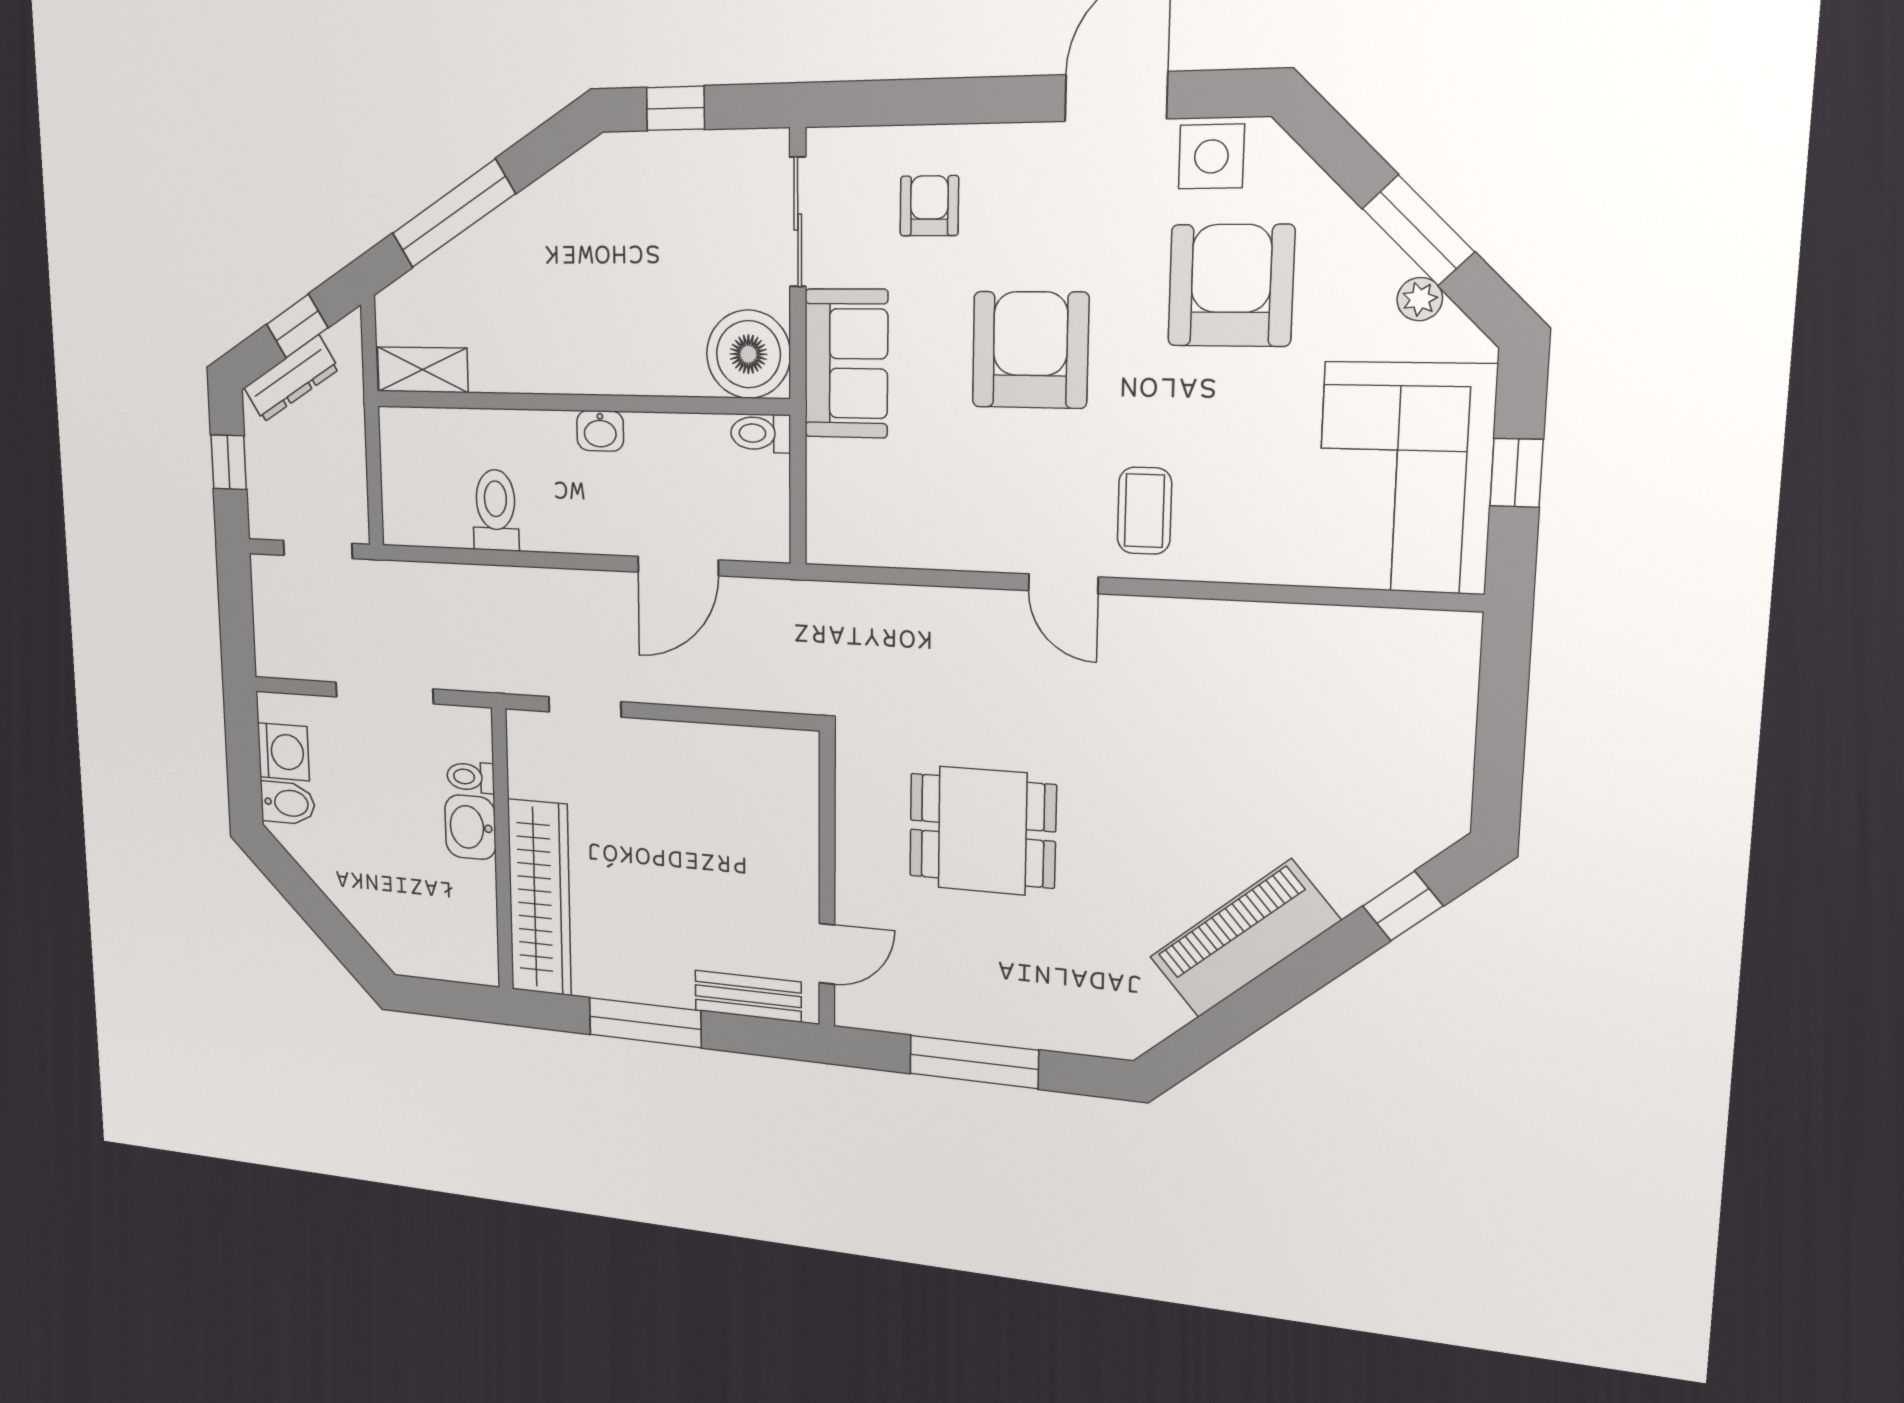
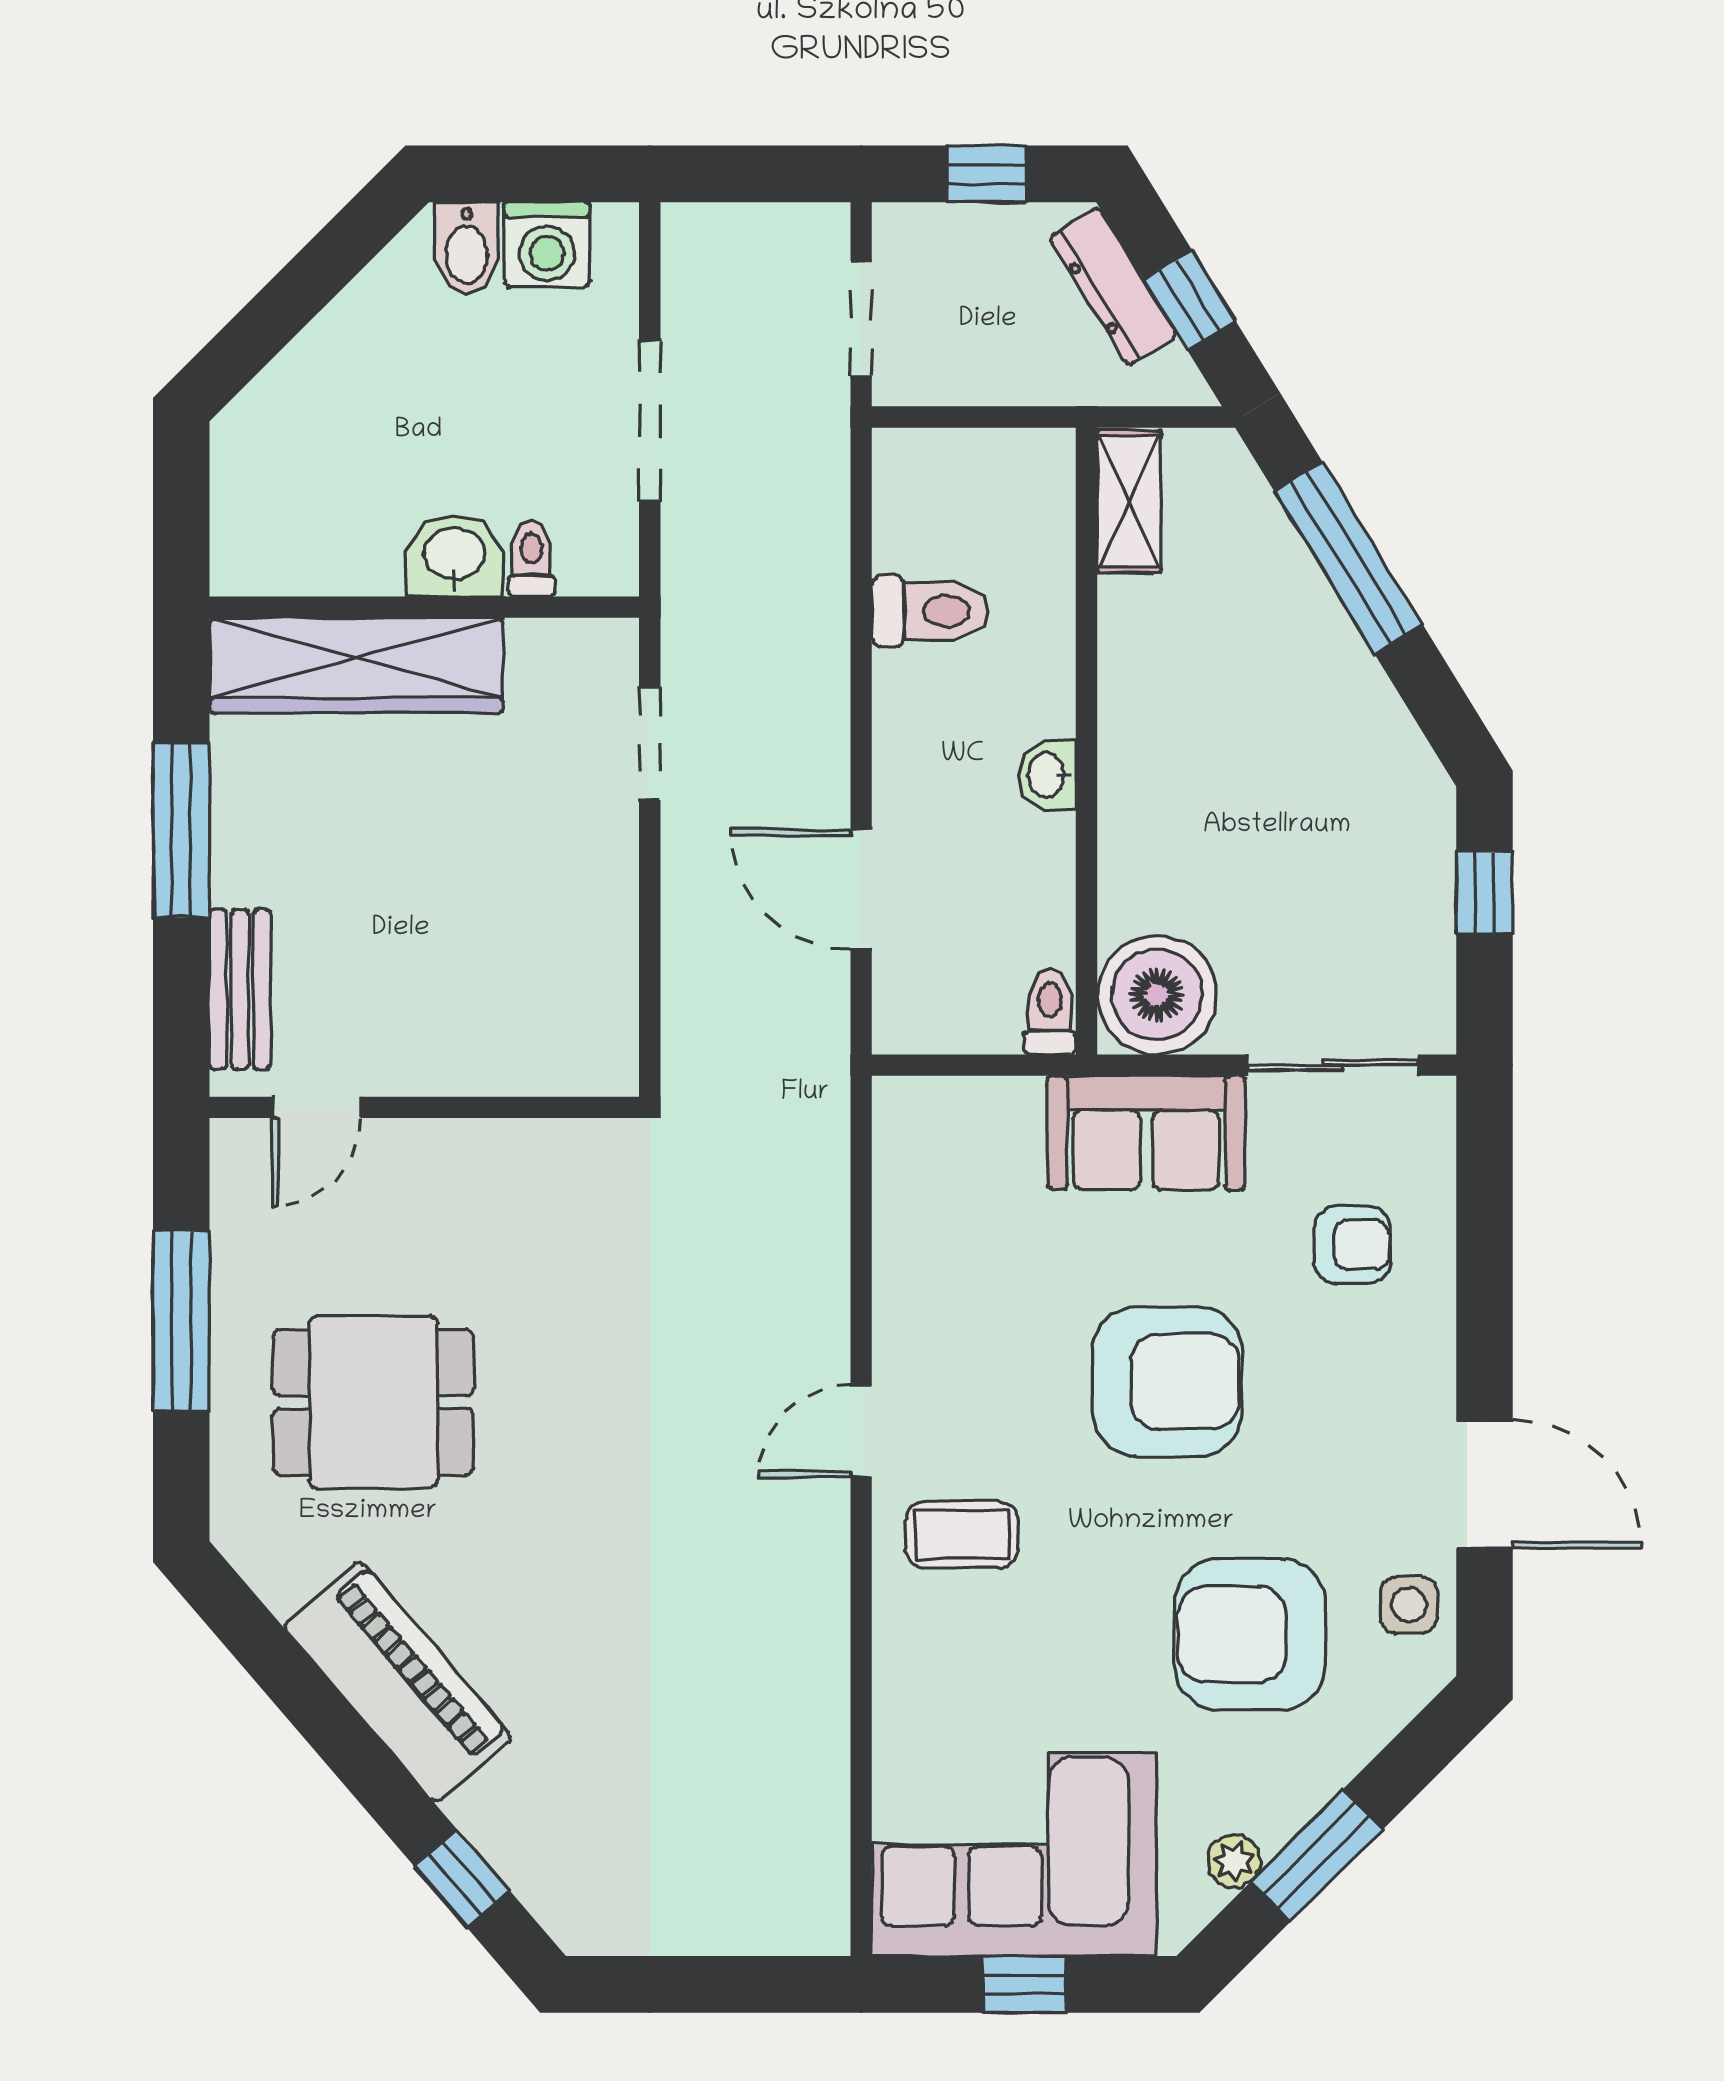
side table: (1211, 156) -> (1409, 1605), width x0.73, depth x0.73
armchair: (1231, 285) -> (1250, 1634), turned 180
dining table: (982, 831) -> (373, 1402), moved, turned 90
door: (827, 954) -> (316, 1107), hinge flipped

